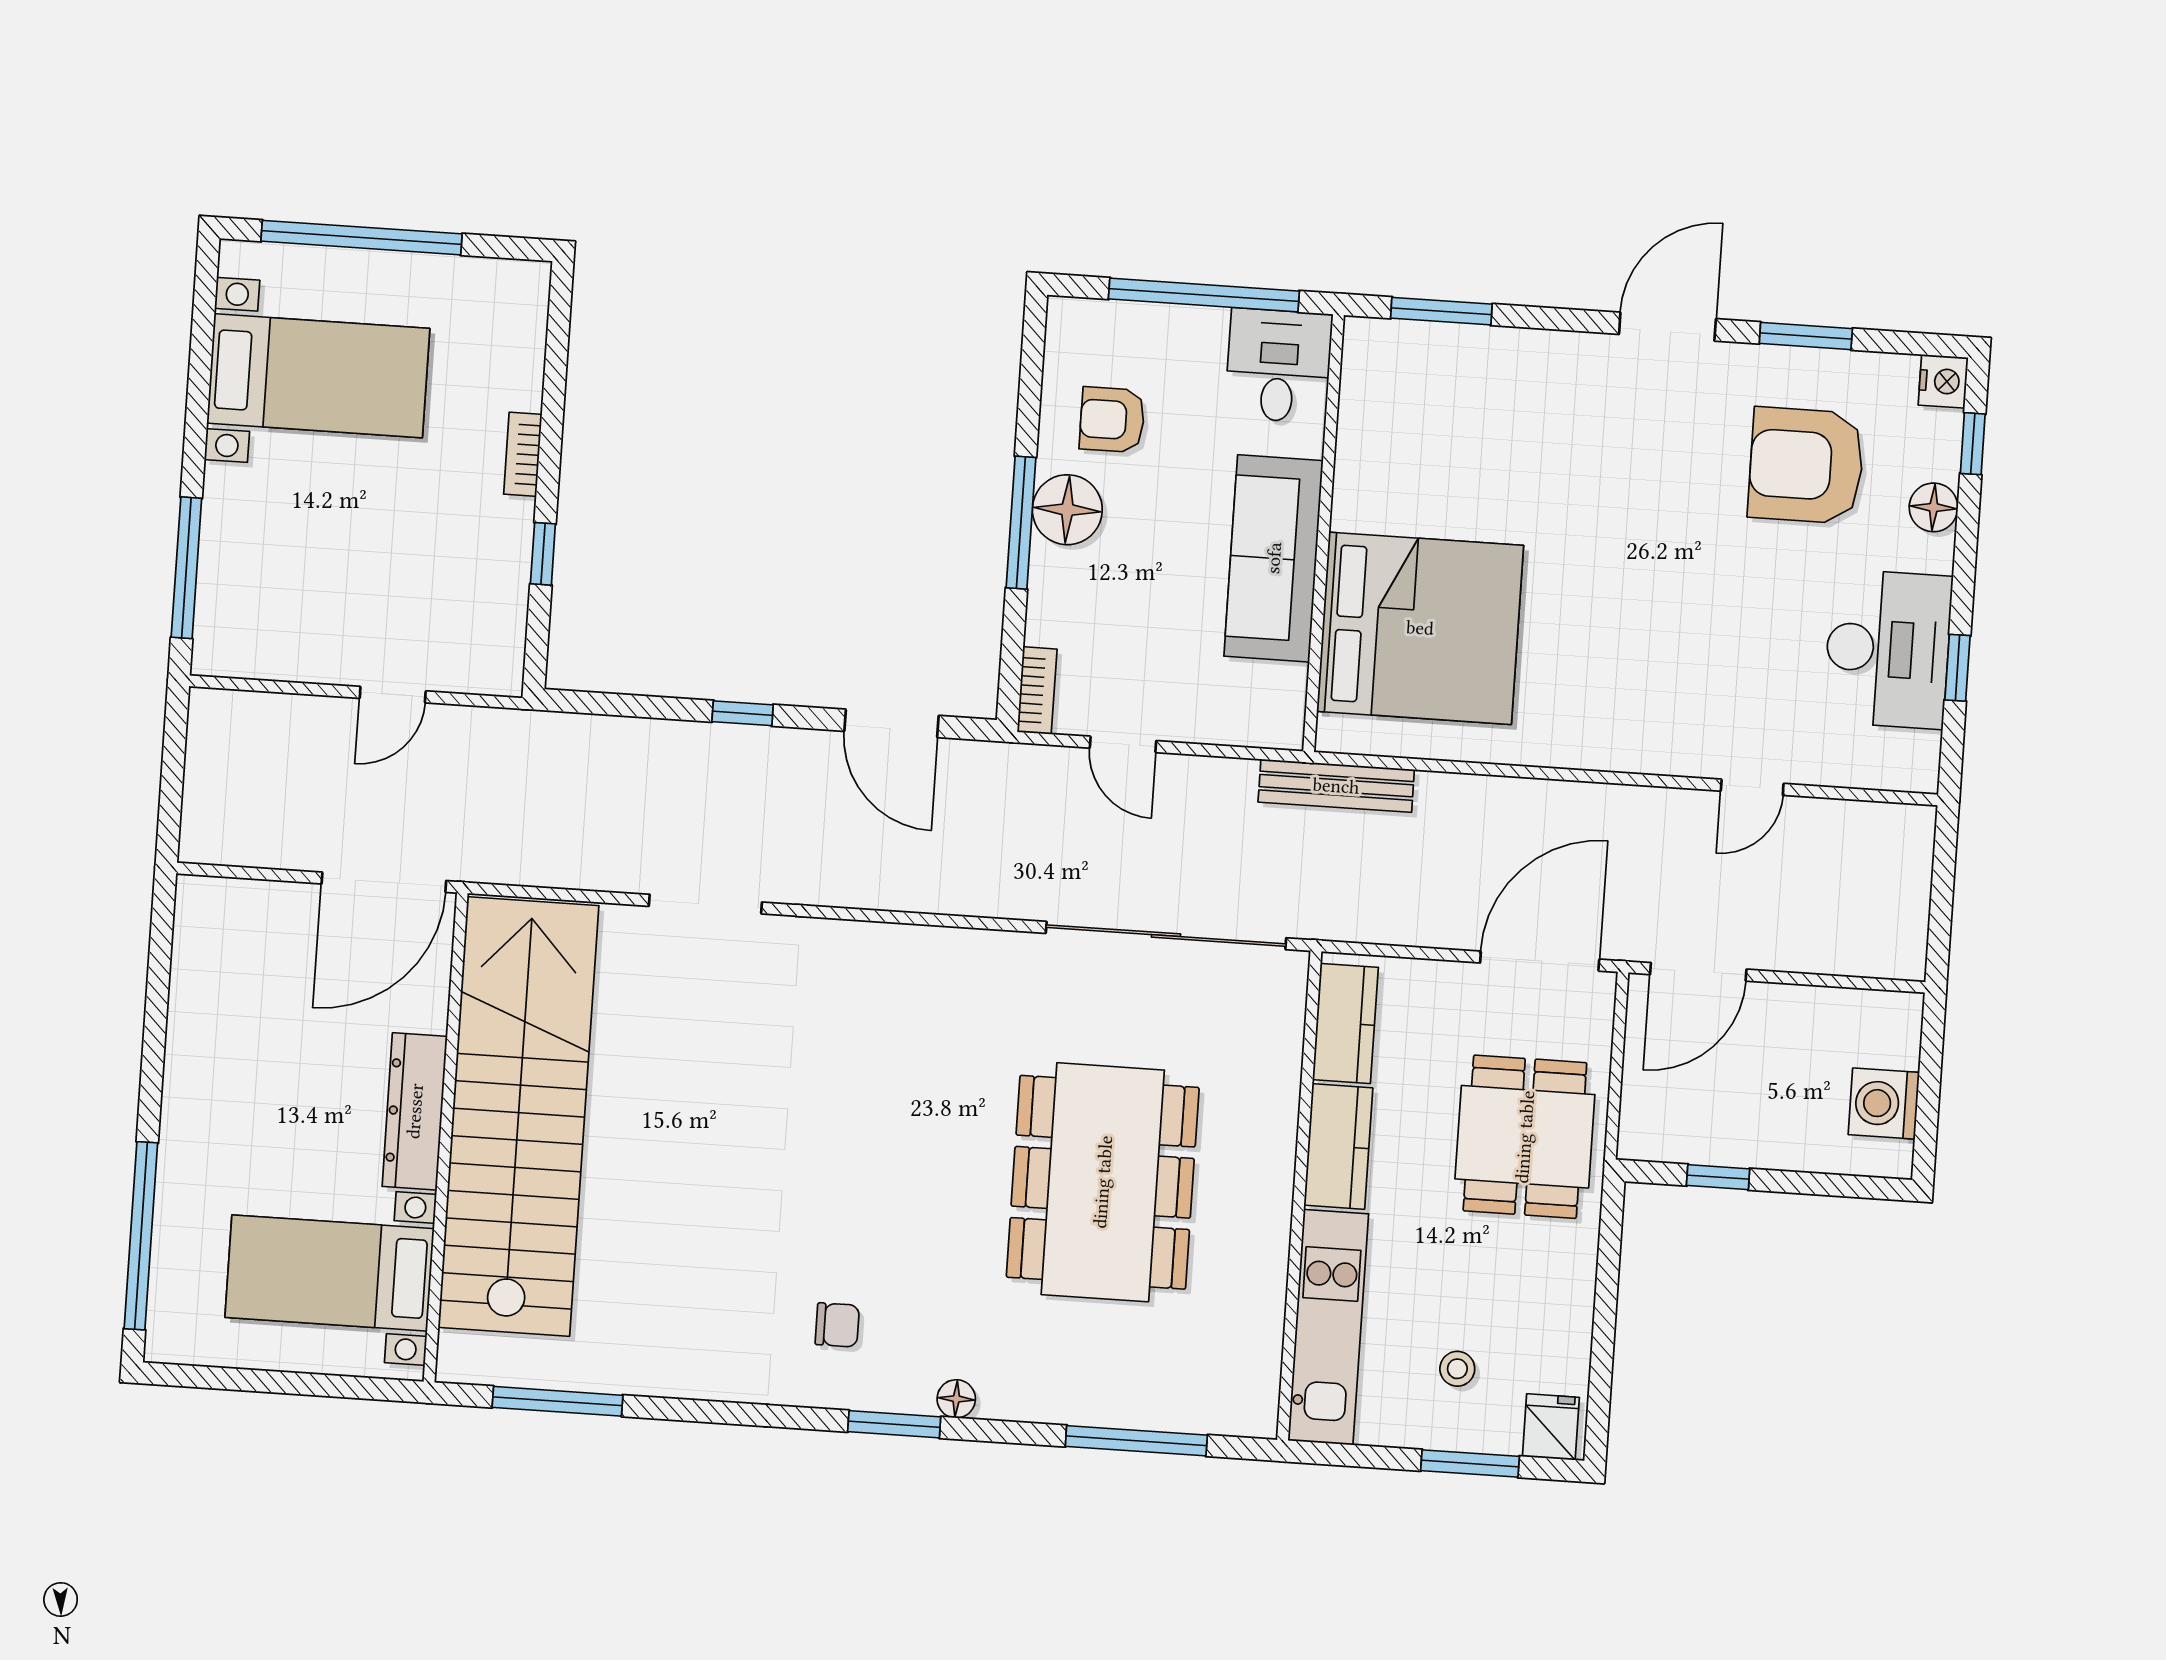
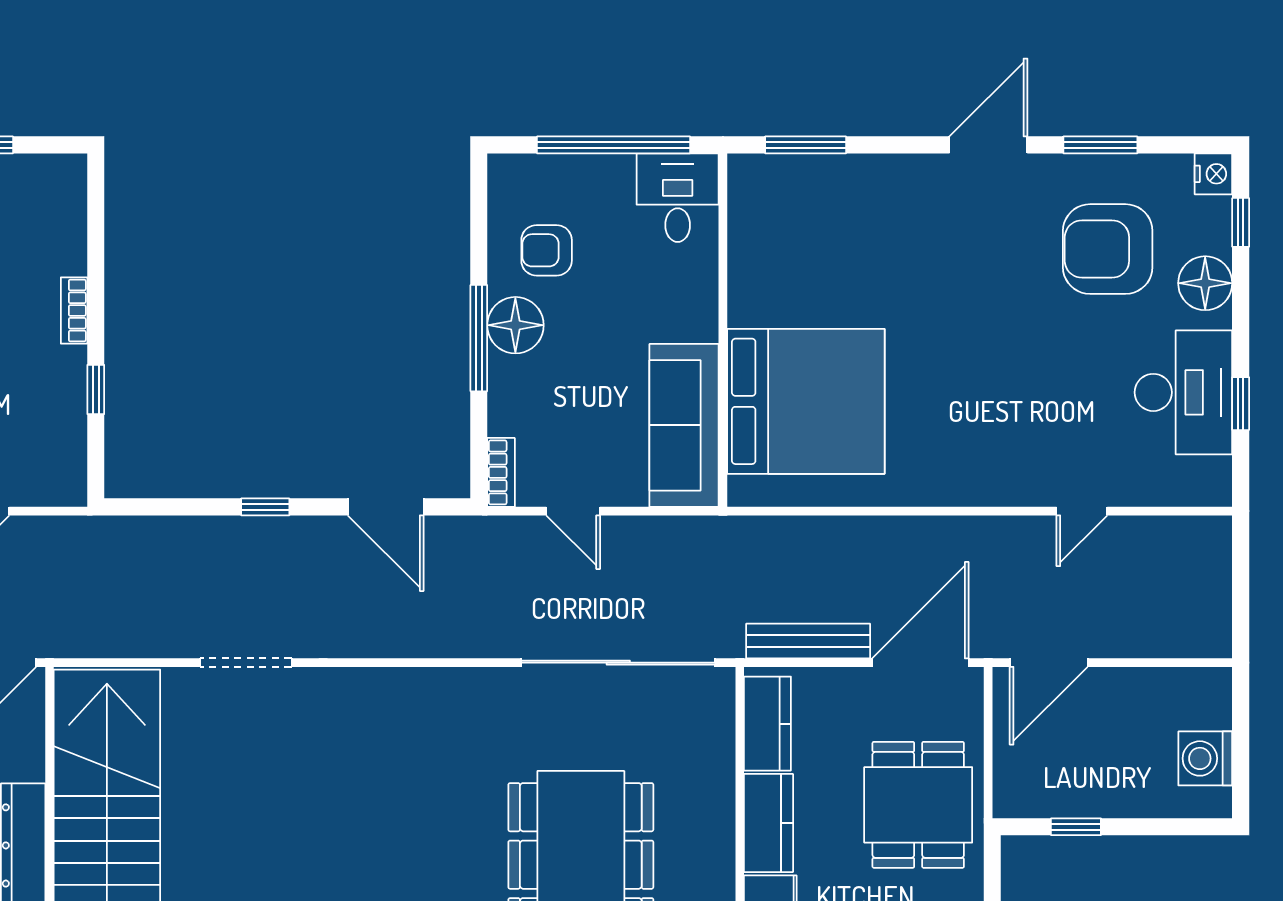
floor lamp: (1934, 507) -> (1205, 283), width x1.38, depth x1.38
sofa: (1274, 558) -> (684, 425), moved
bench: (1336, 786) -> (808, 641), moved

